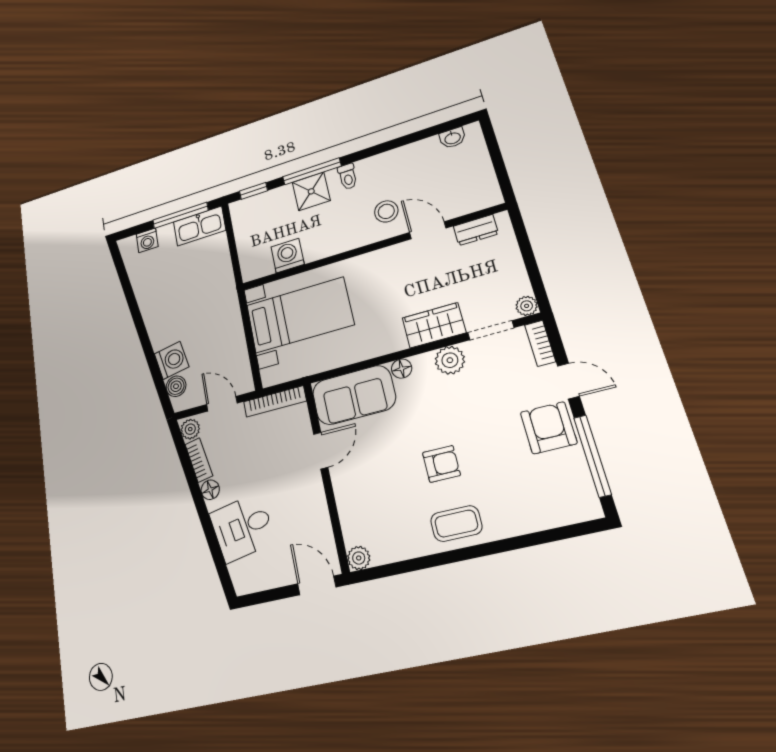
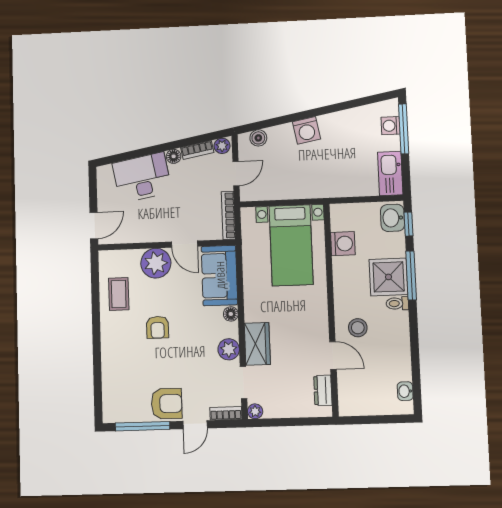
shower: (311, 191) -> (389, 277), width x1.36, depth x1.36
washbasin: (249, 210) -> (392, 218), added
window: (180, 215) -> (404, 129), moved
door: (428, 230) -> (333, 355), hinge flipped
washing machine: (172, 360) -> (306, 130), moved
coffee table: (456, 524) -> (119, 294), moved
desk: (242, 527) -> (142, 178), width x1.37
plant: (359, 558) -> (156, 263), moved, width x1.88, depth x1.88

